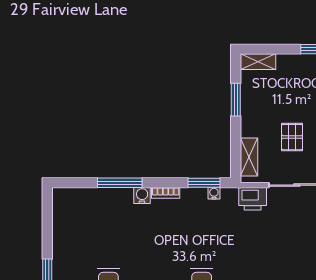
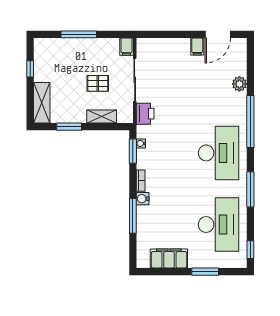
shelving: (258, 62) -> (42, 103), width x1.50, depth x1.33
shelving: (249, 157) -> (102, 117), moved
filing cabinet: (64, 230) -> (169, 258), added

